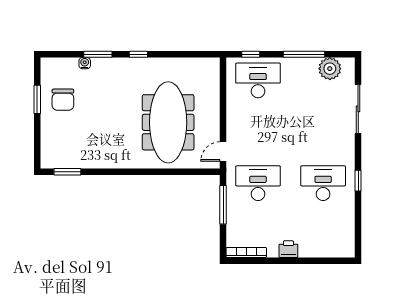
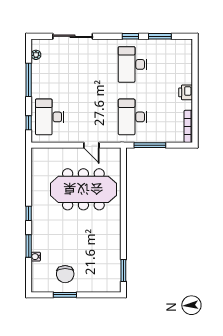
plant: (330, 69) -> (36, 55), width x0.53, depth x0.53
chair: (63, 100) -> (65, 274), turned 89
door: (223, 152) -> (91, 145), moved
window: (358, 217) -> (160, 36), added

